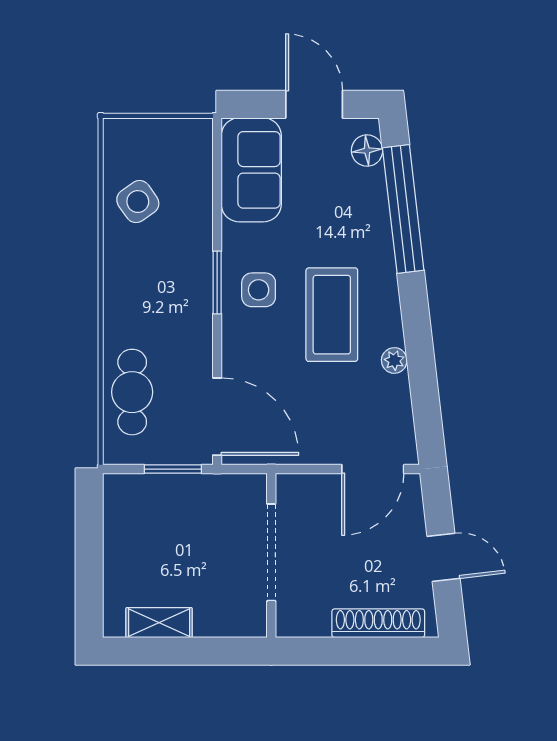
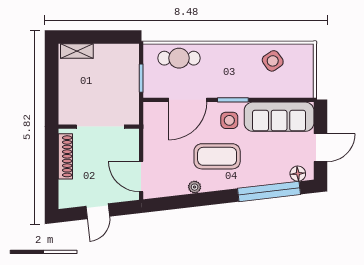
sofa: (251, 170) -> (279, 117), width x1.36
door: (217, 417) -> (188, 100), moved
shelving: (159, 623) -> (77, 51), moved, turned 90
shoe rack: (378, 623) -> (65, 156), moved

